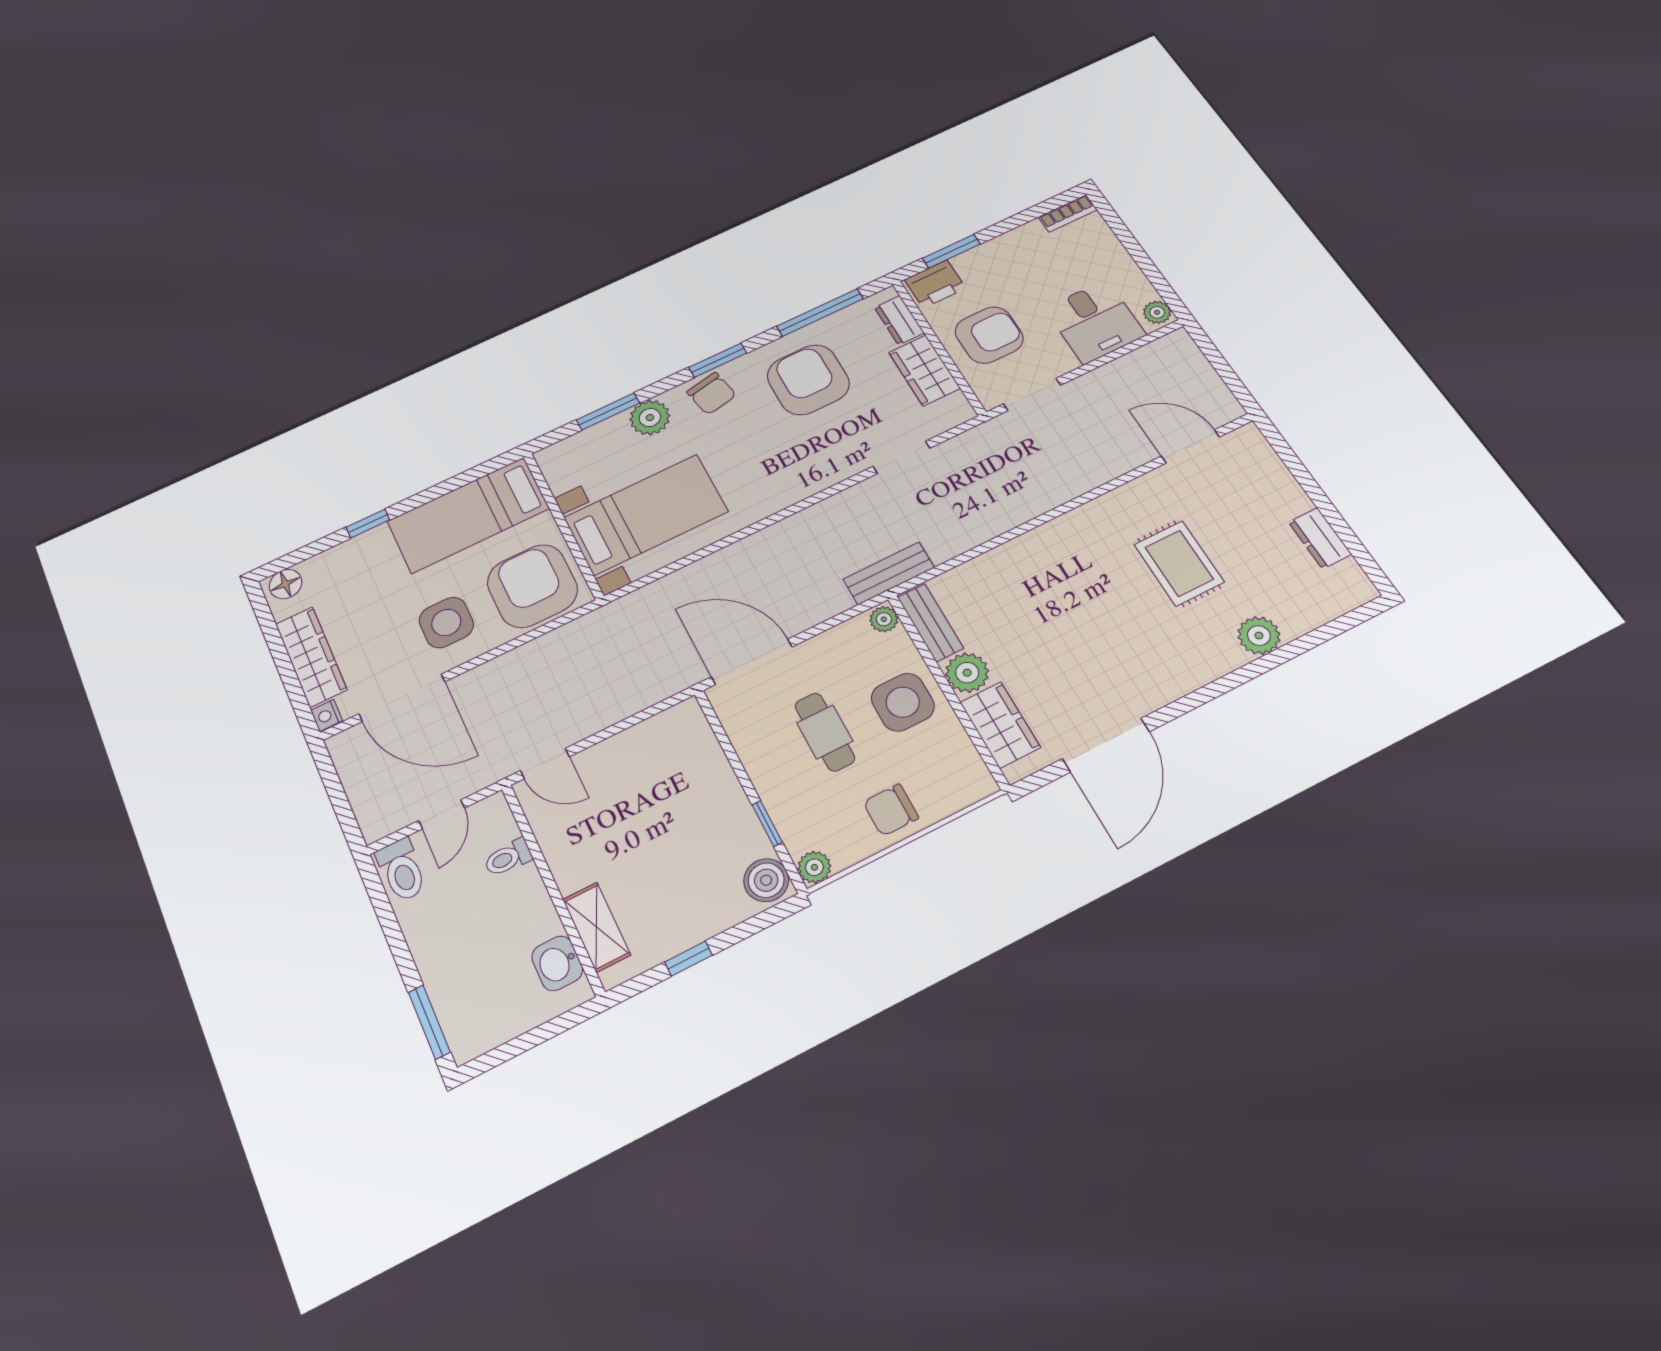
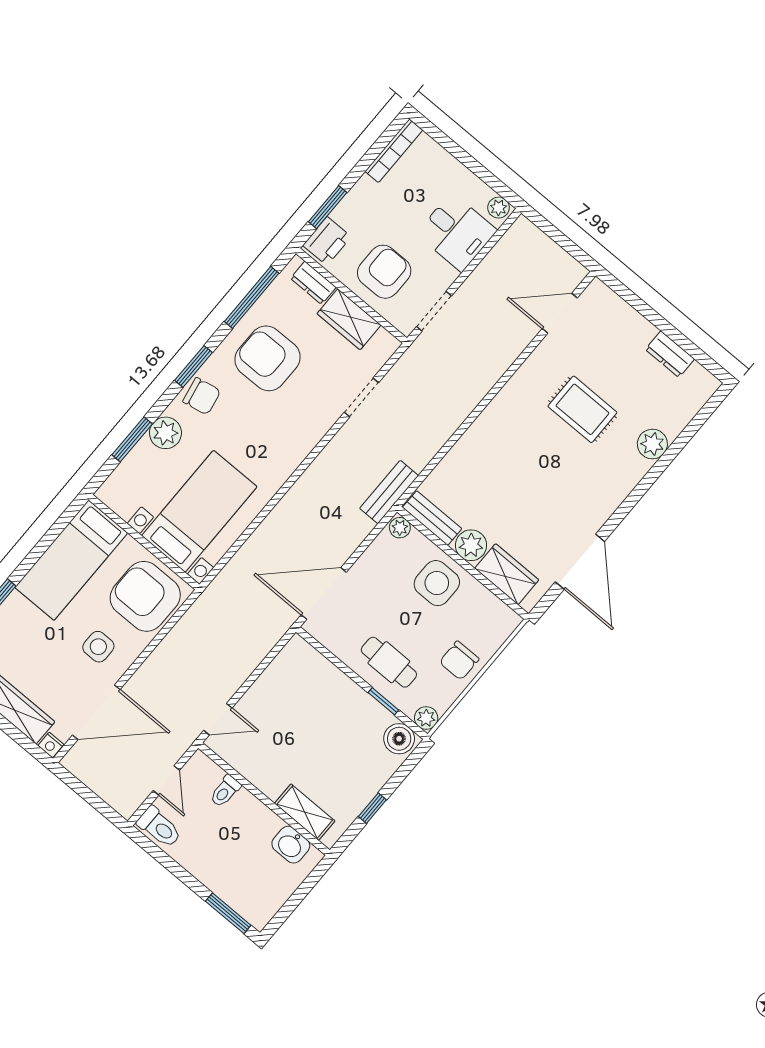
bookcase: (1068, 213) -> (394, 151), width x1.56
side table: (446, 622) -> (98, 647), width x0.73, depth x0.73
cafe table: (825, 732) -> (389, 662), moved

